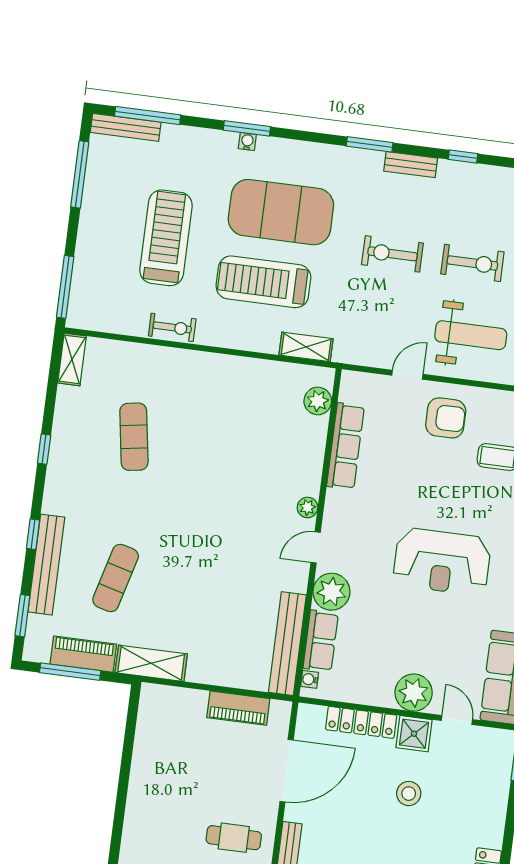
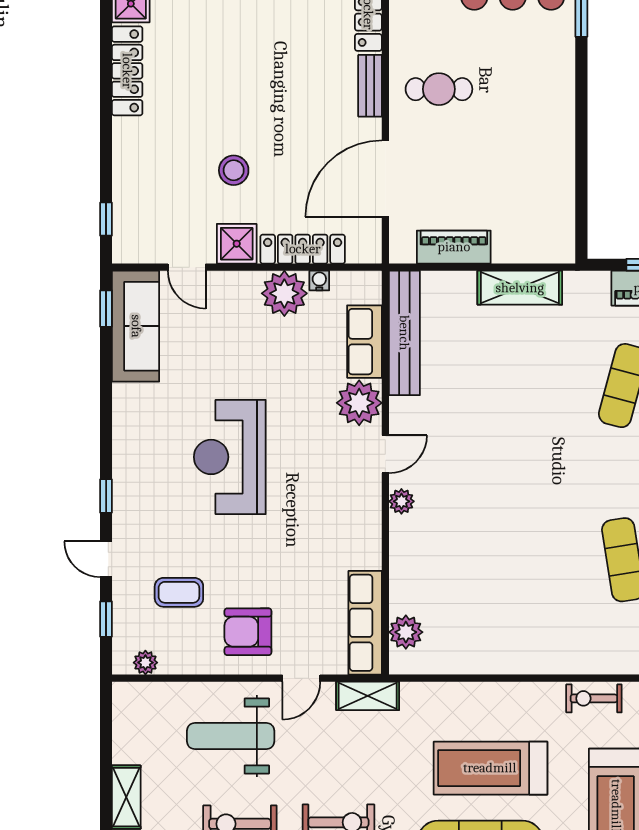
treadmill: (263, 282) -> (490, 768), turned 180
shelving: (306, 347) -> (368, 696), moved
row of seats: (346, 446) -> (365, 623), moved
reception desk: (442, 561) -> (230, 457), turned -90
shelving: (151, 663) -> (520, 288), moved
water cooler: (310, 679) -> (319, 281), moved, turned -90
plant: (414, 693) -> (284, 293), moved

